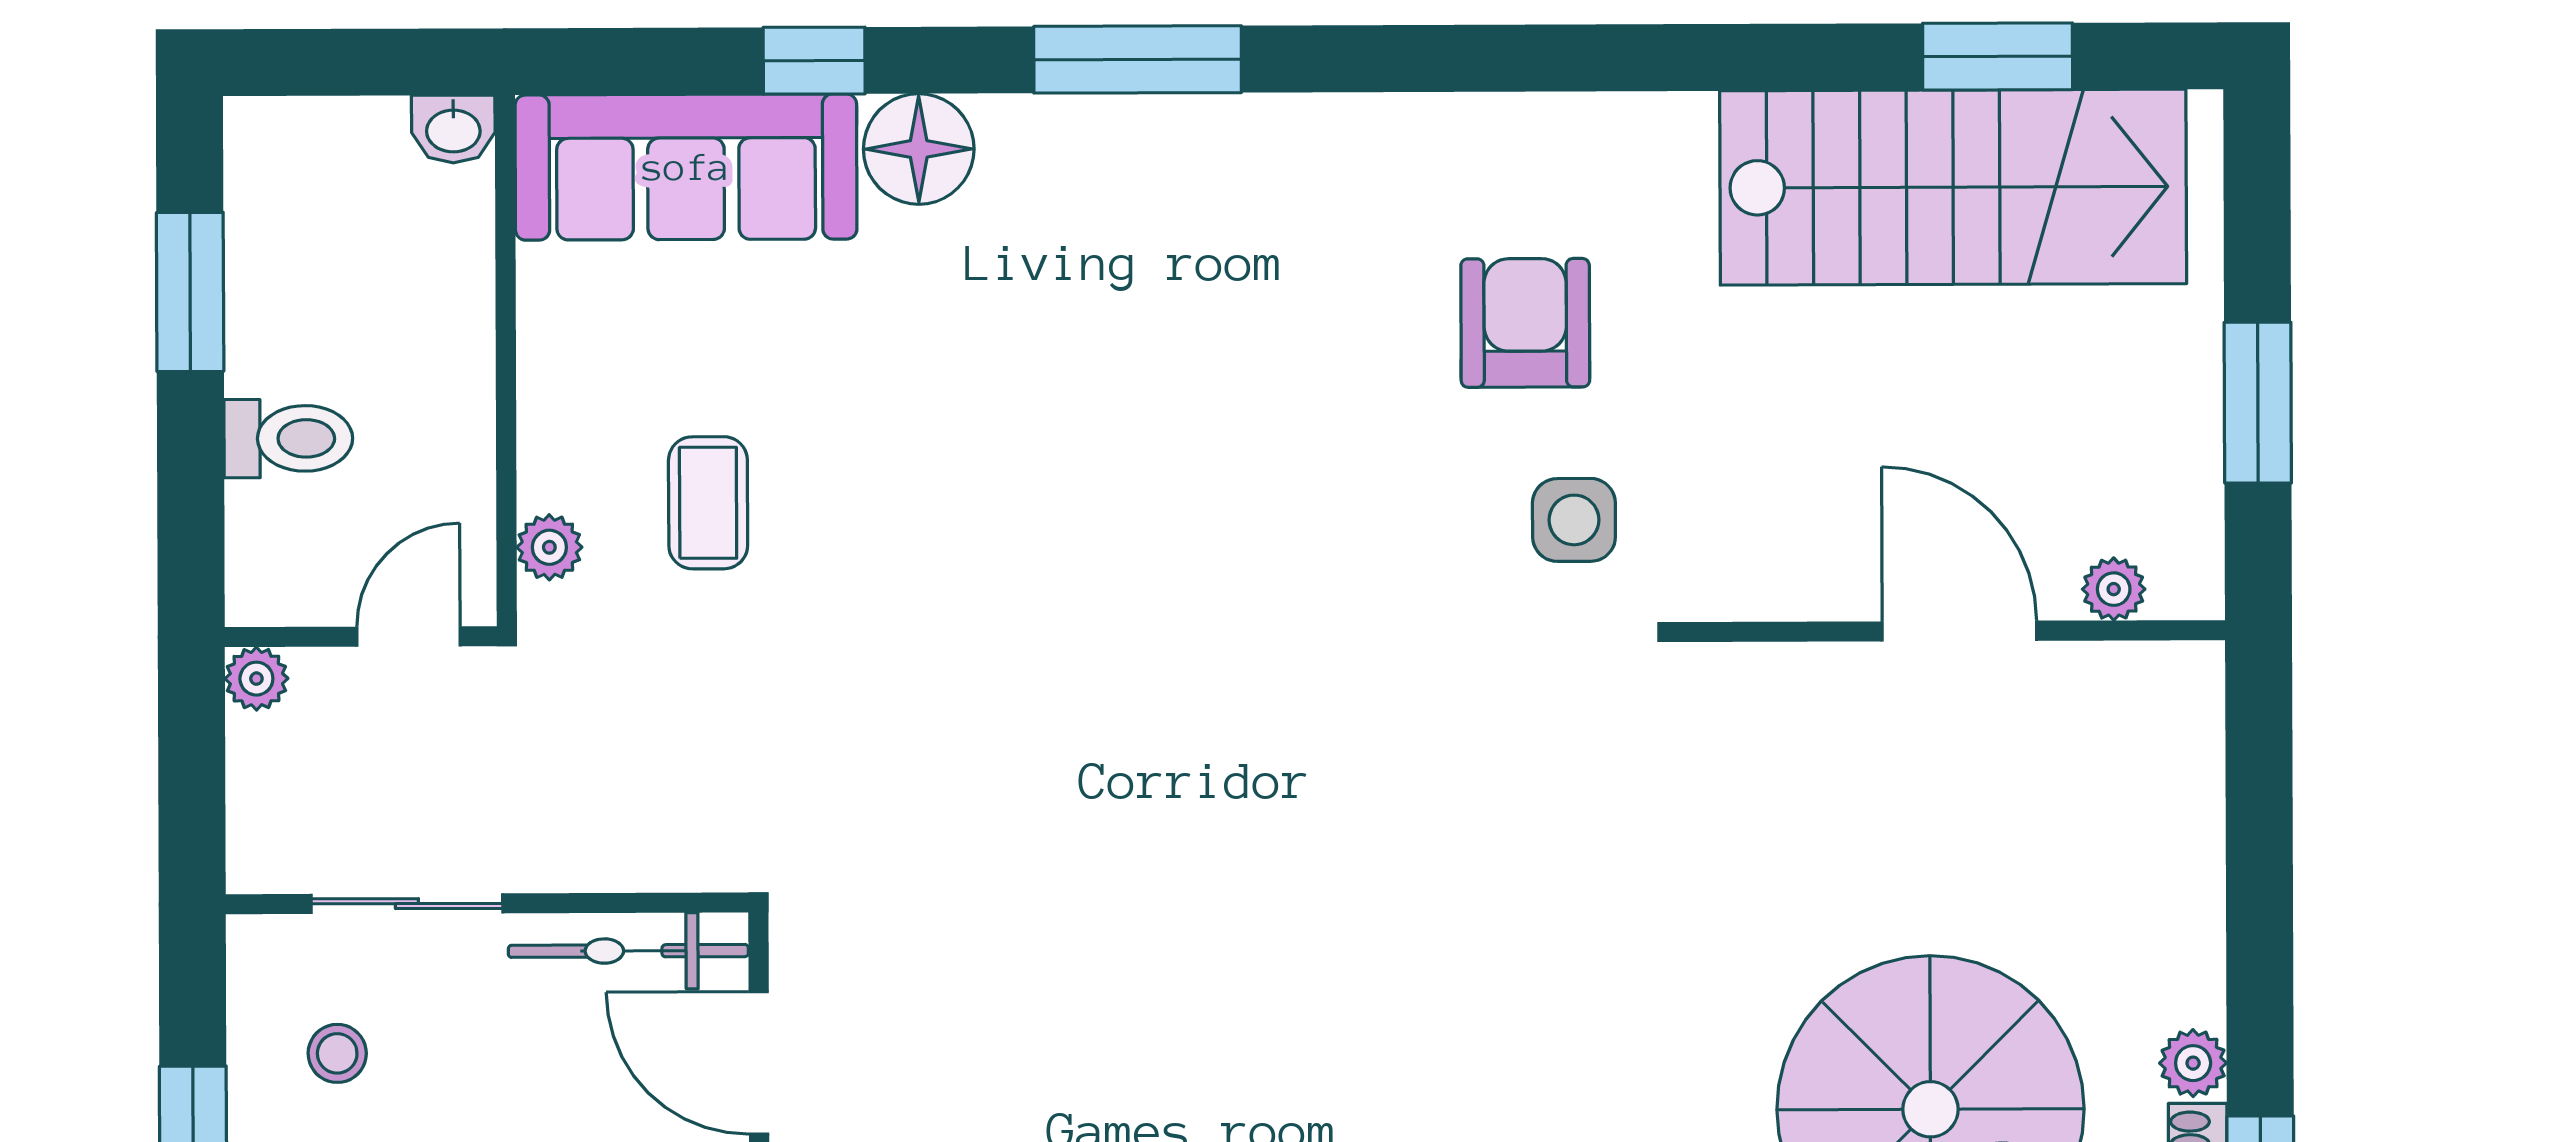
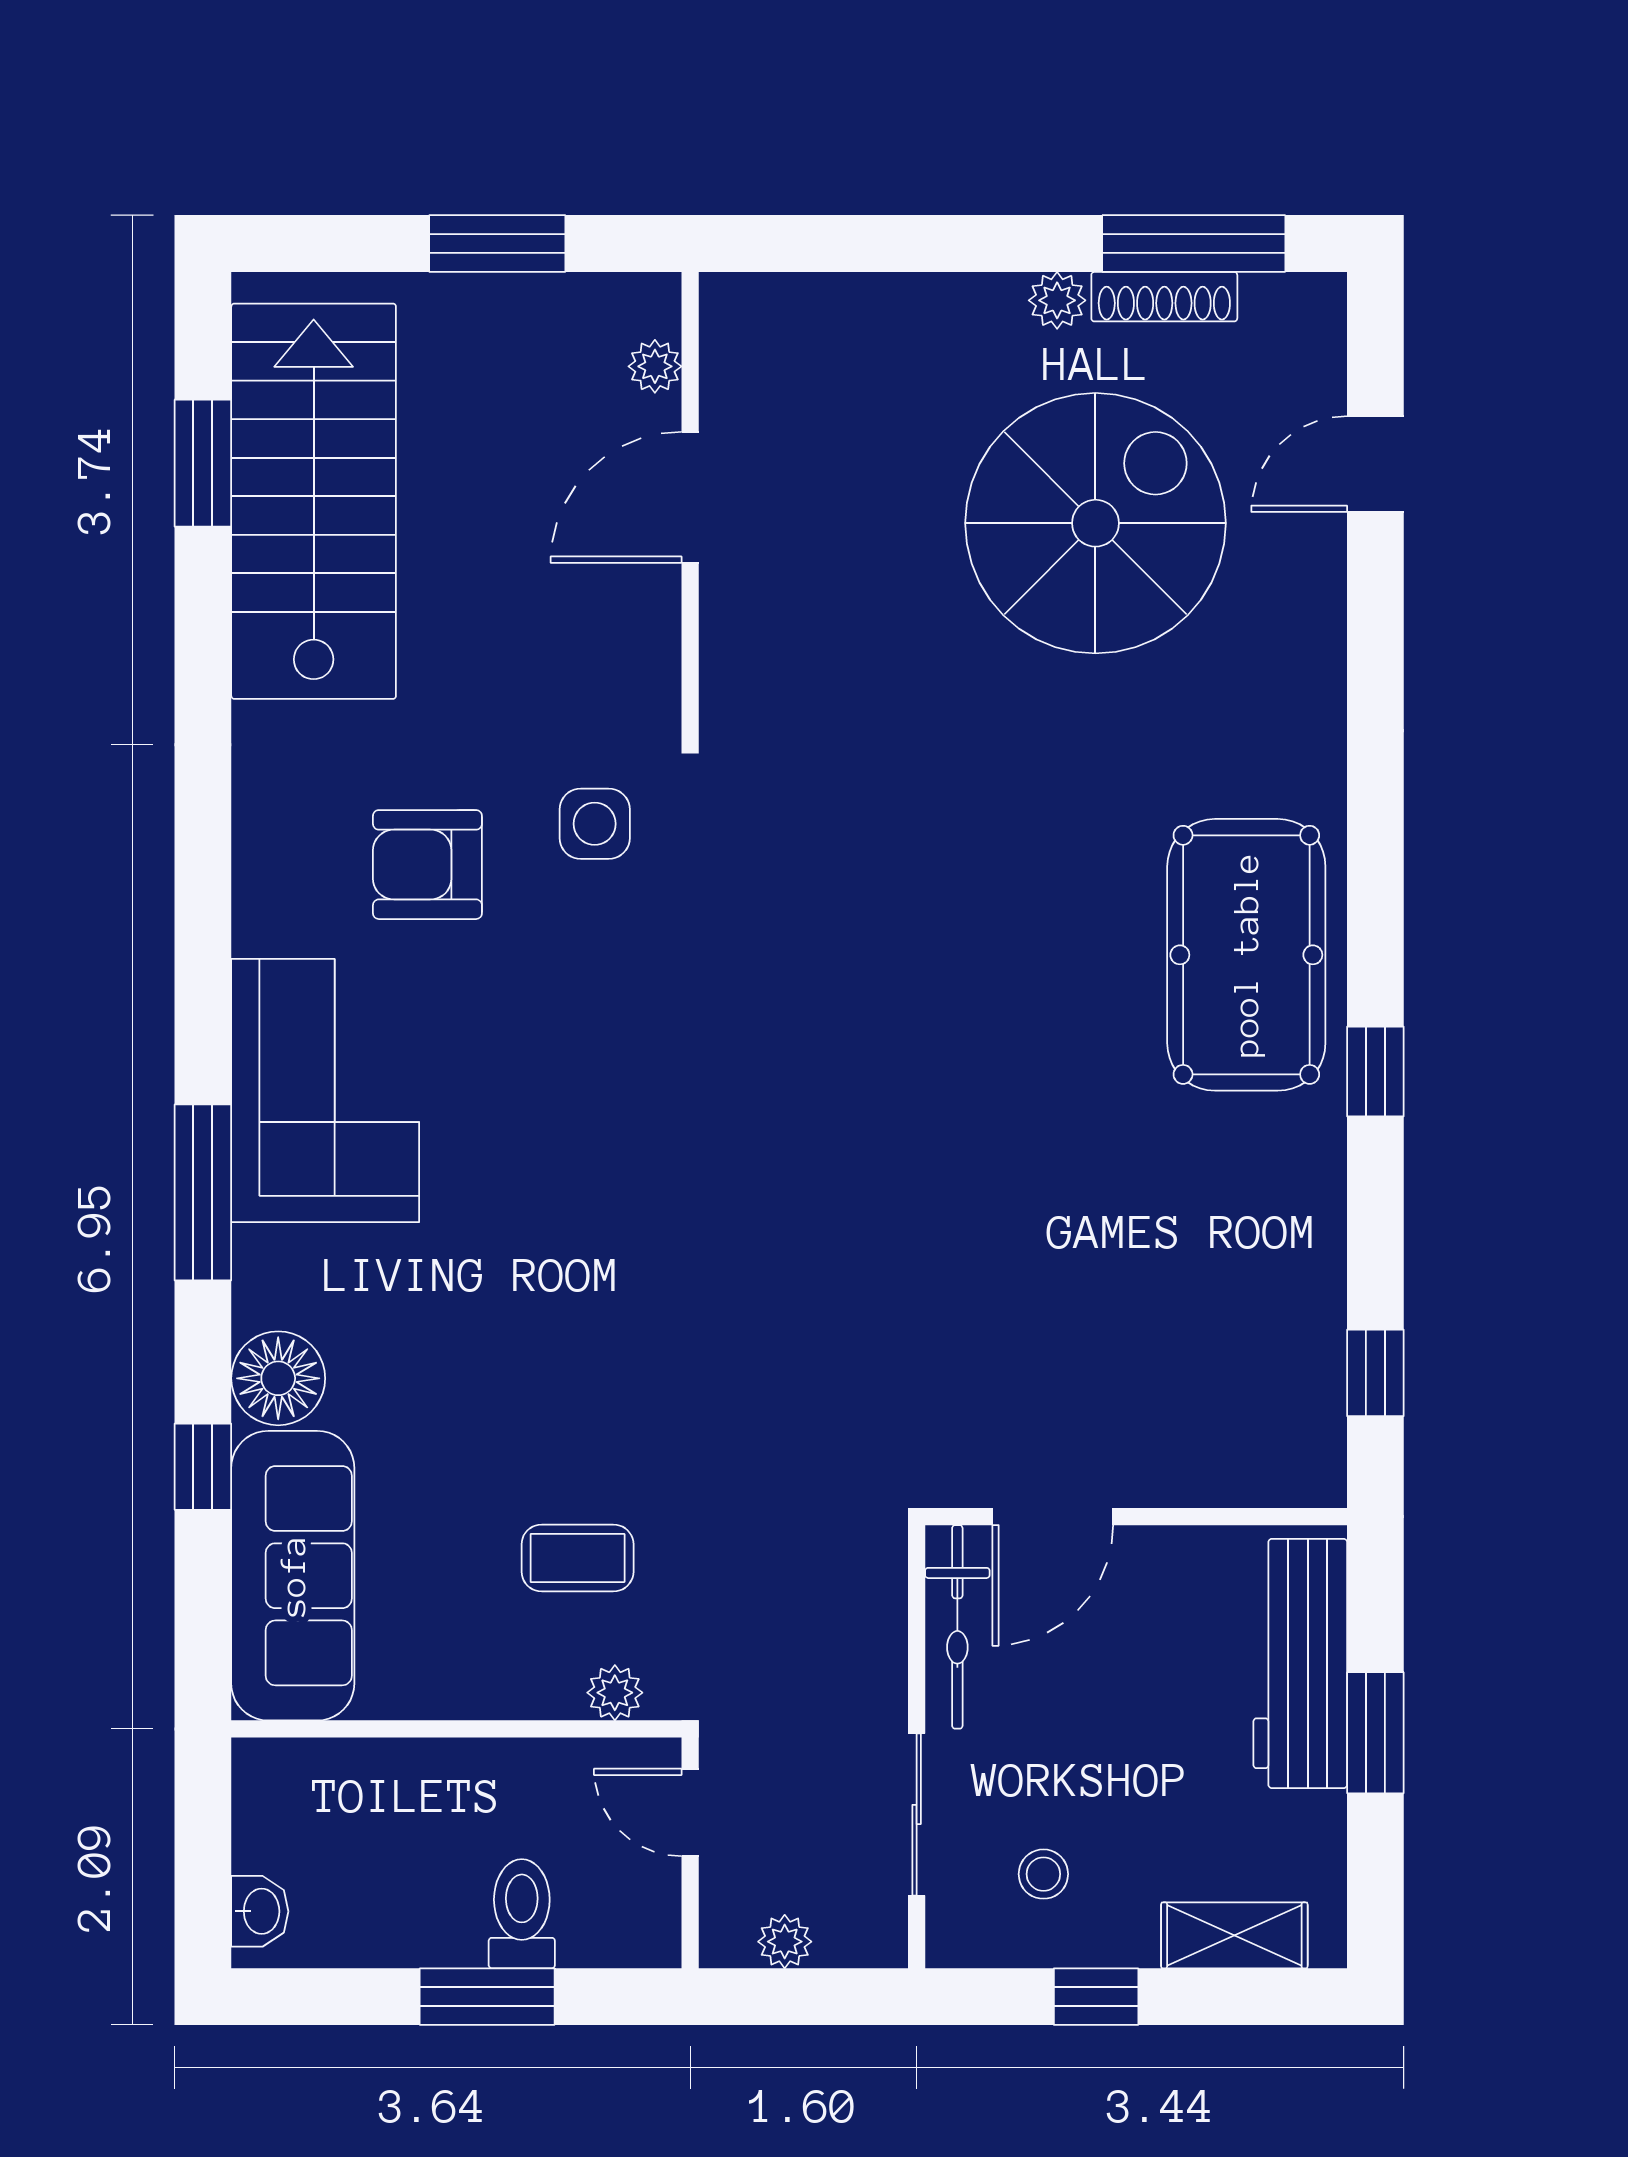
washbasin: (453, 129) -> (260, 1911), moved
corner sofa: (1258, 203) -> (325, 1090), added
window: (190, 292) -> (487, 1997), moved
plant: (256, 679) -> (785, 1942), moved

